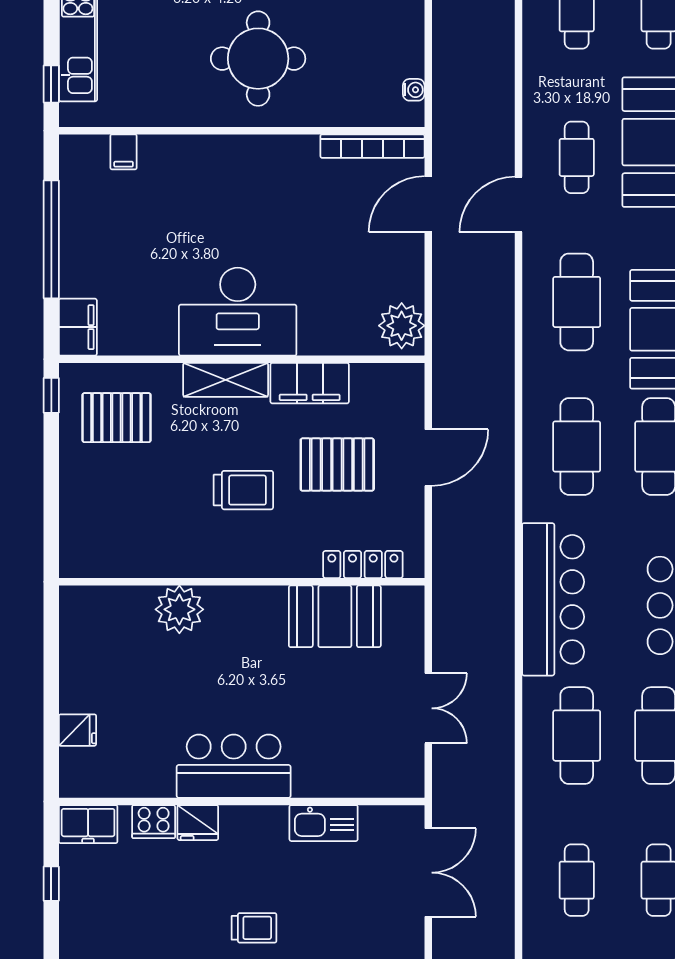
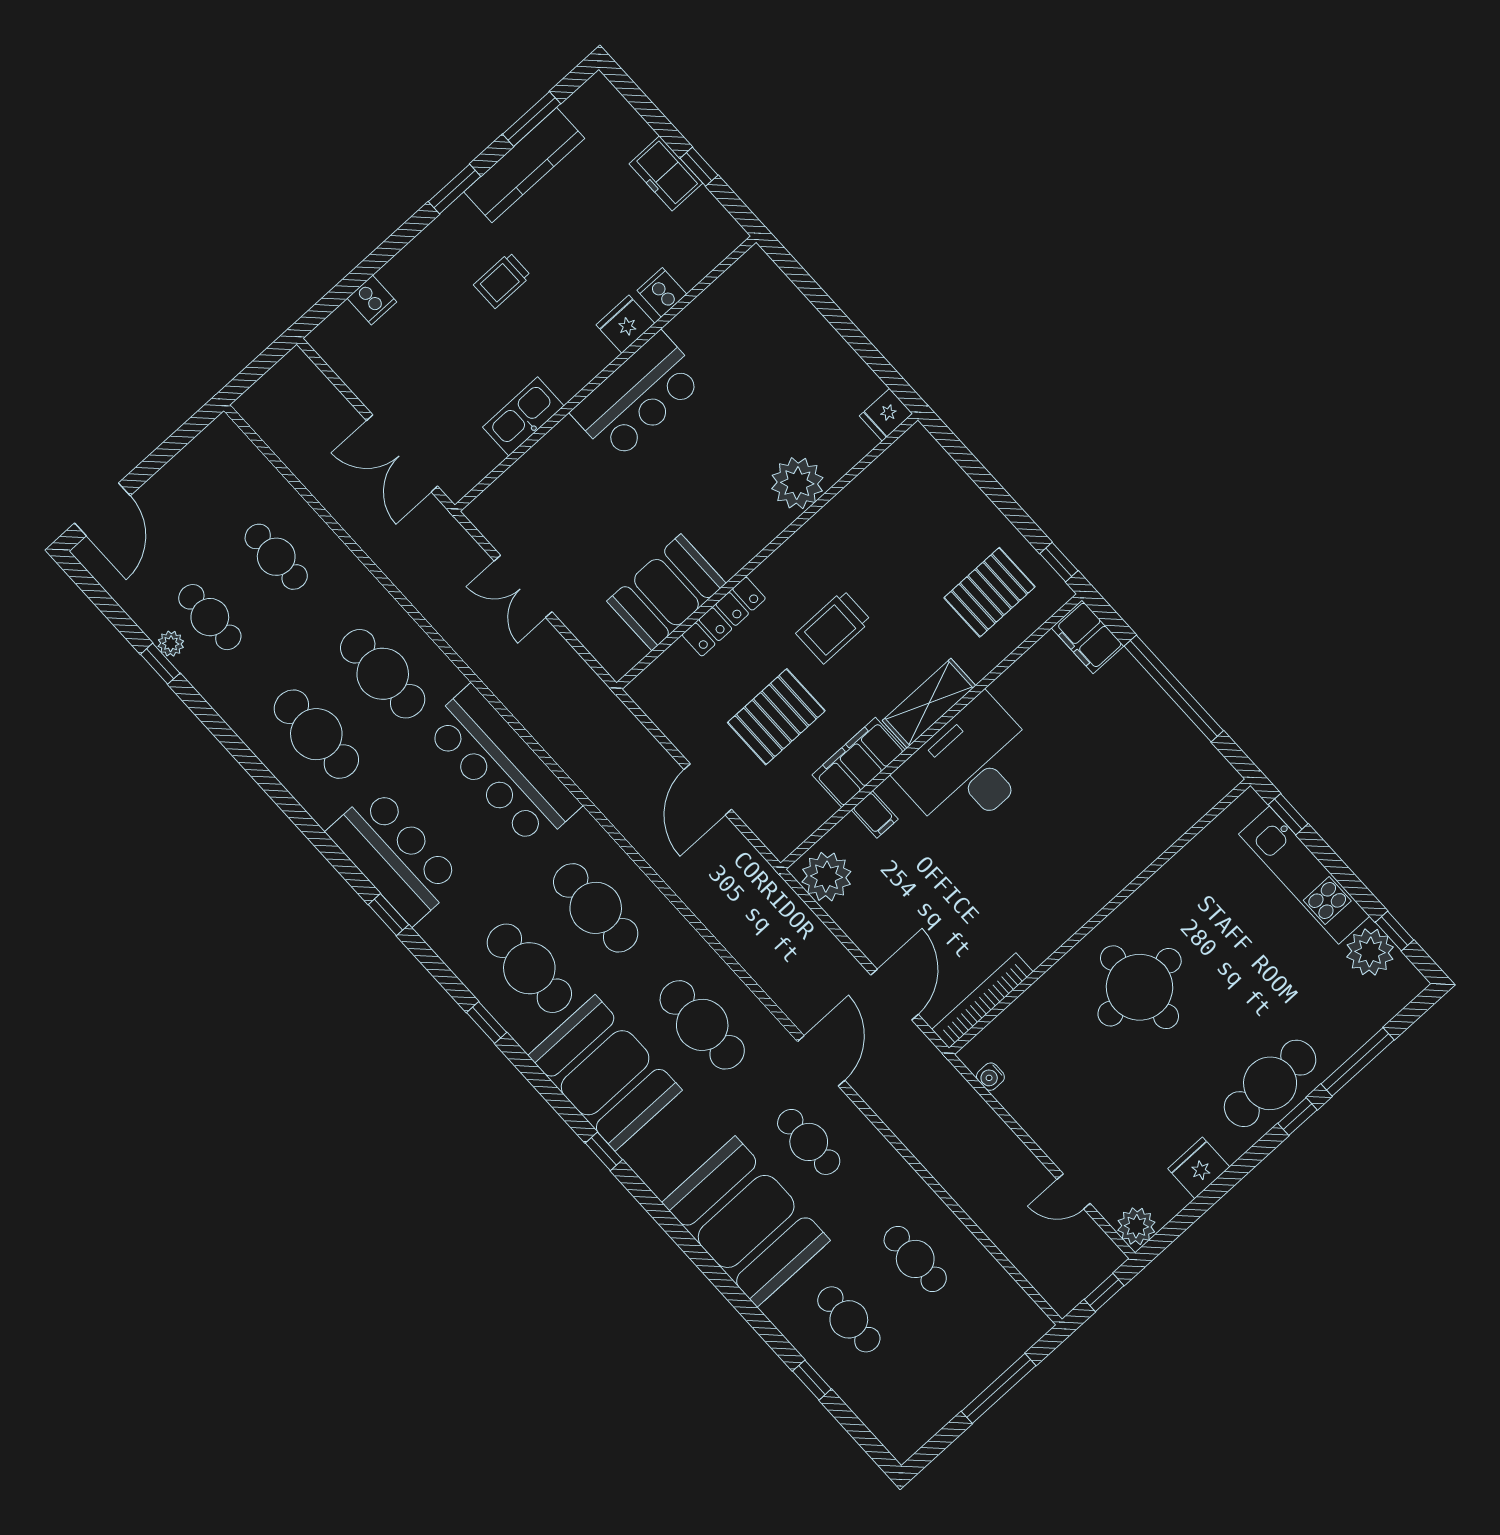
filing cabinet: (124, 152) -> (875, 815), moved, turned 180
locker: (363, 565) -> (724, 617), moved
fridge: (78, 730) -> (886, 415), moved
cooker: (154, 822) -> (662, 292), width x0.73
freezer: (88, 824) -> (666, 173), moved, turned -90

